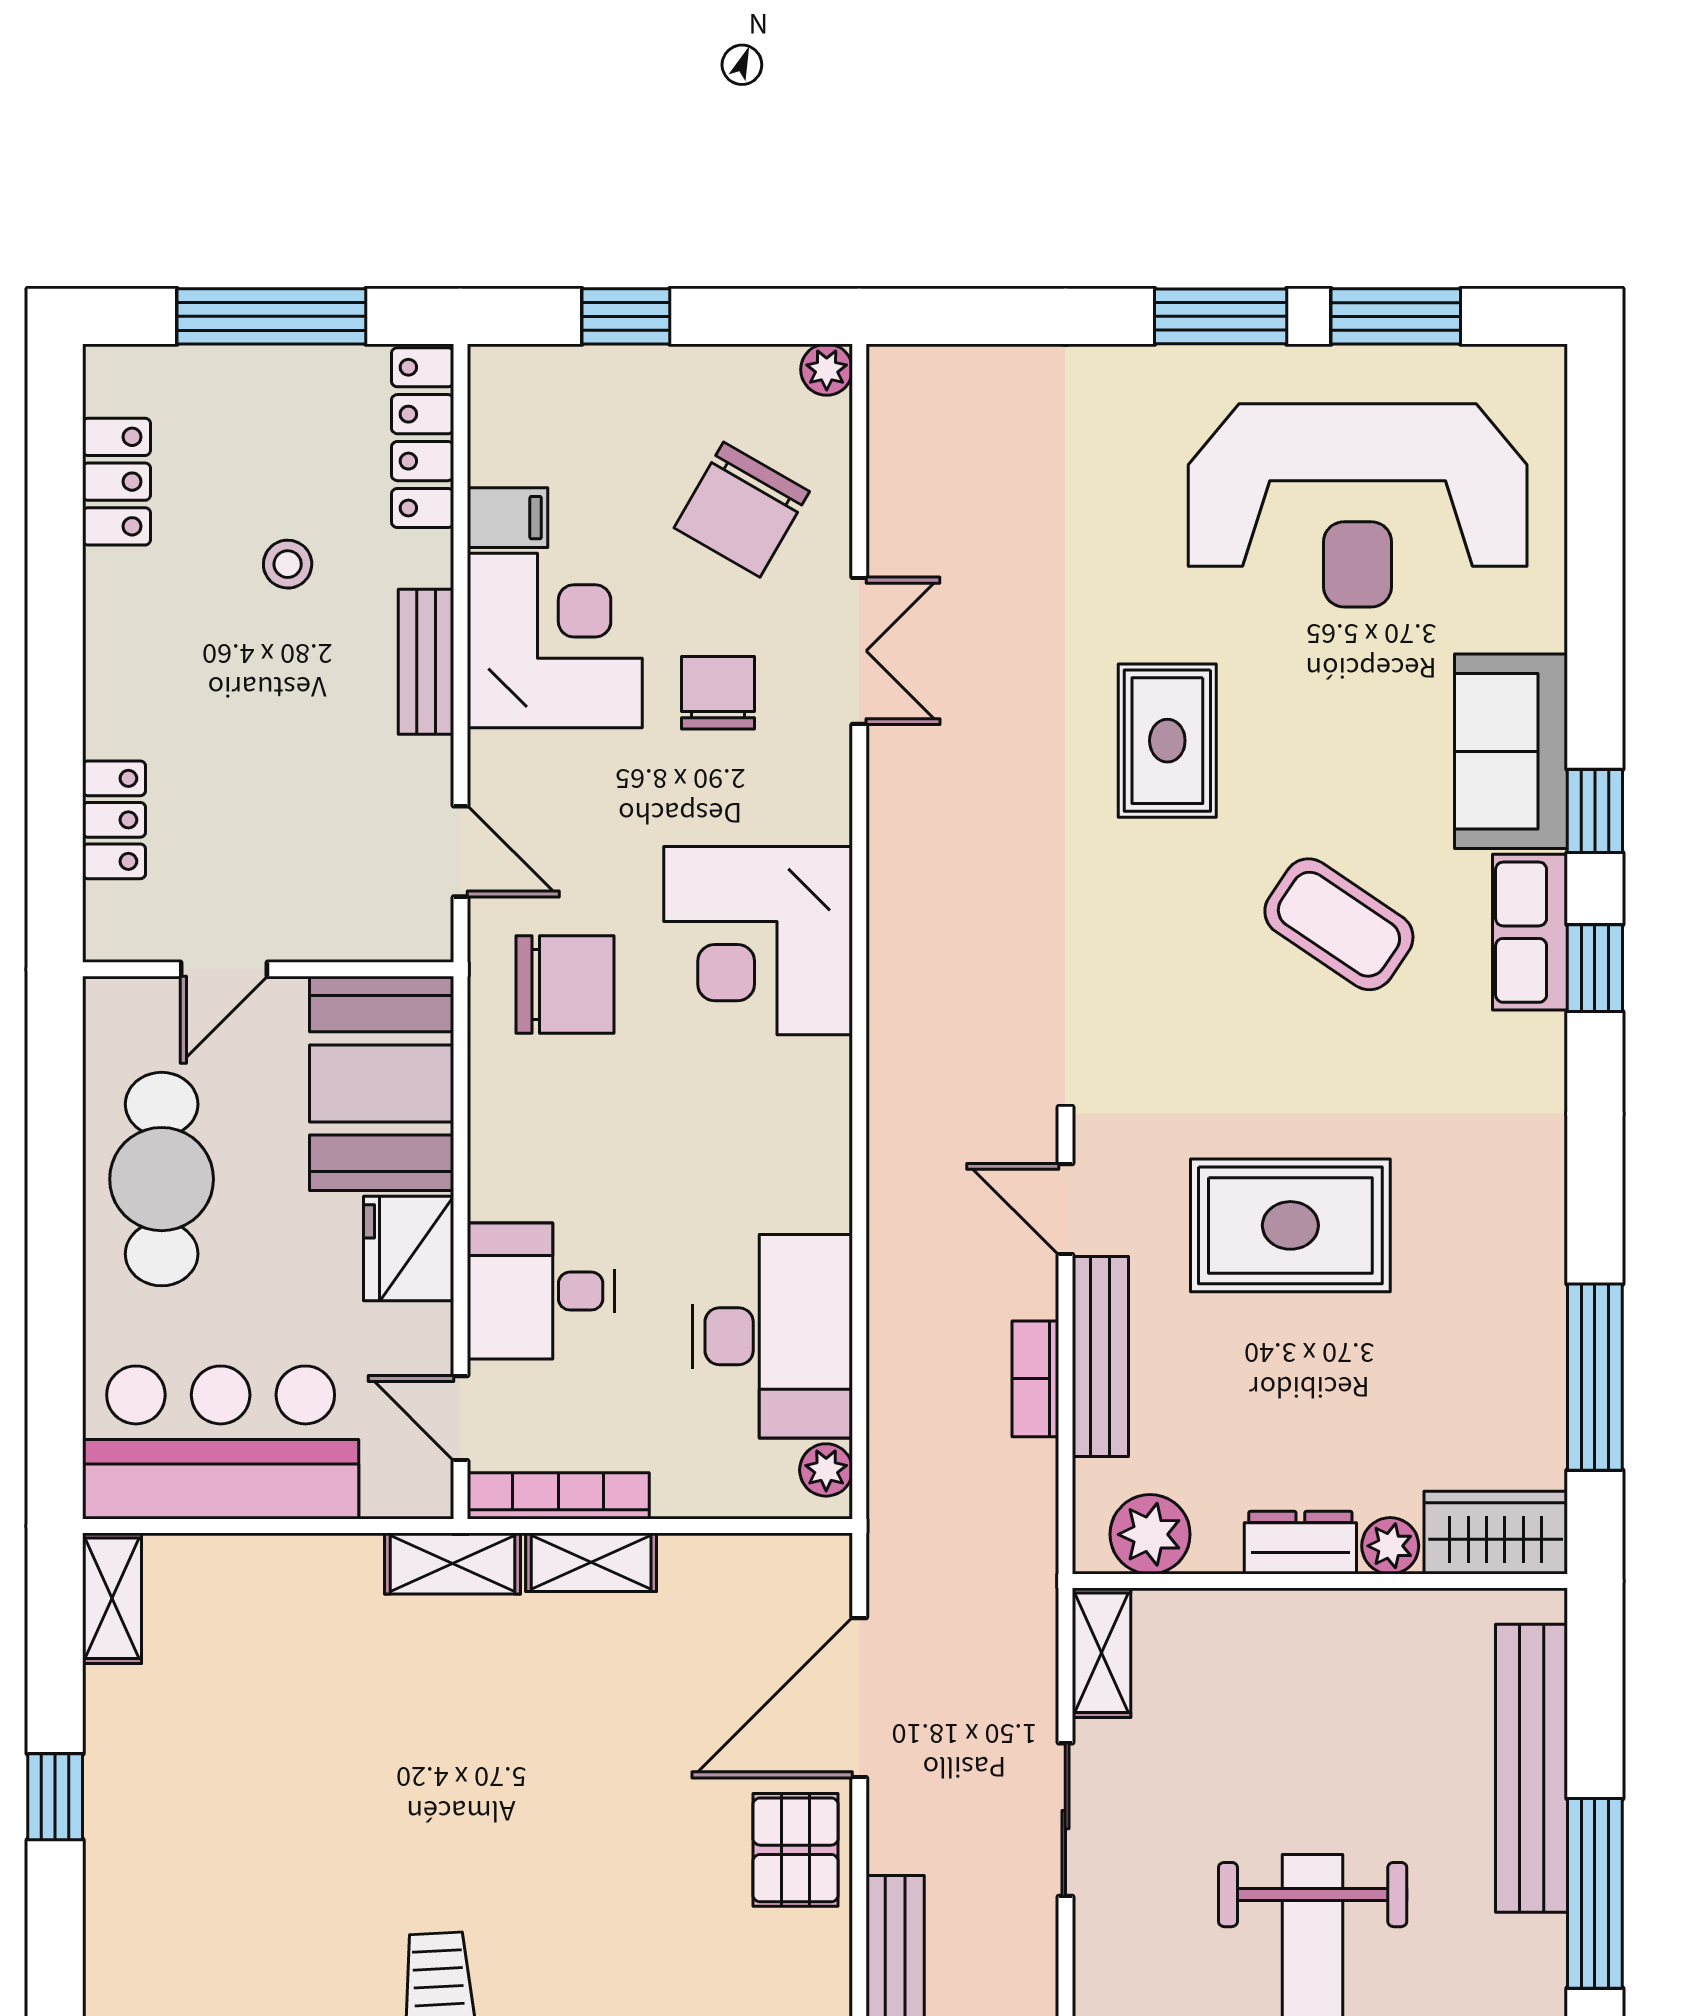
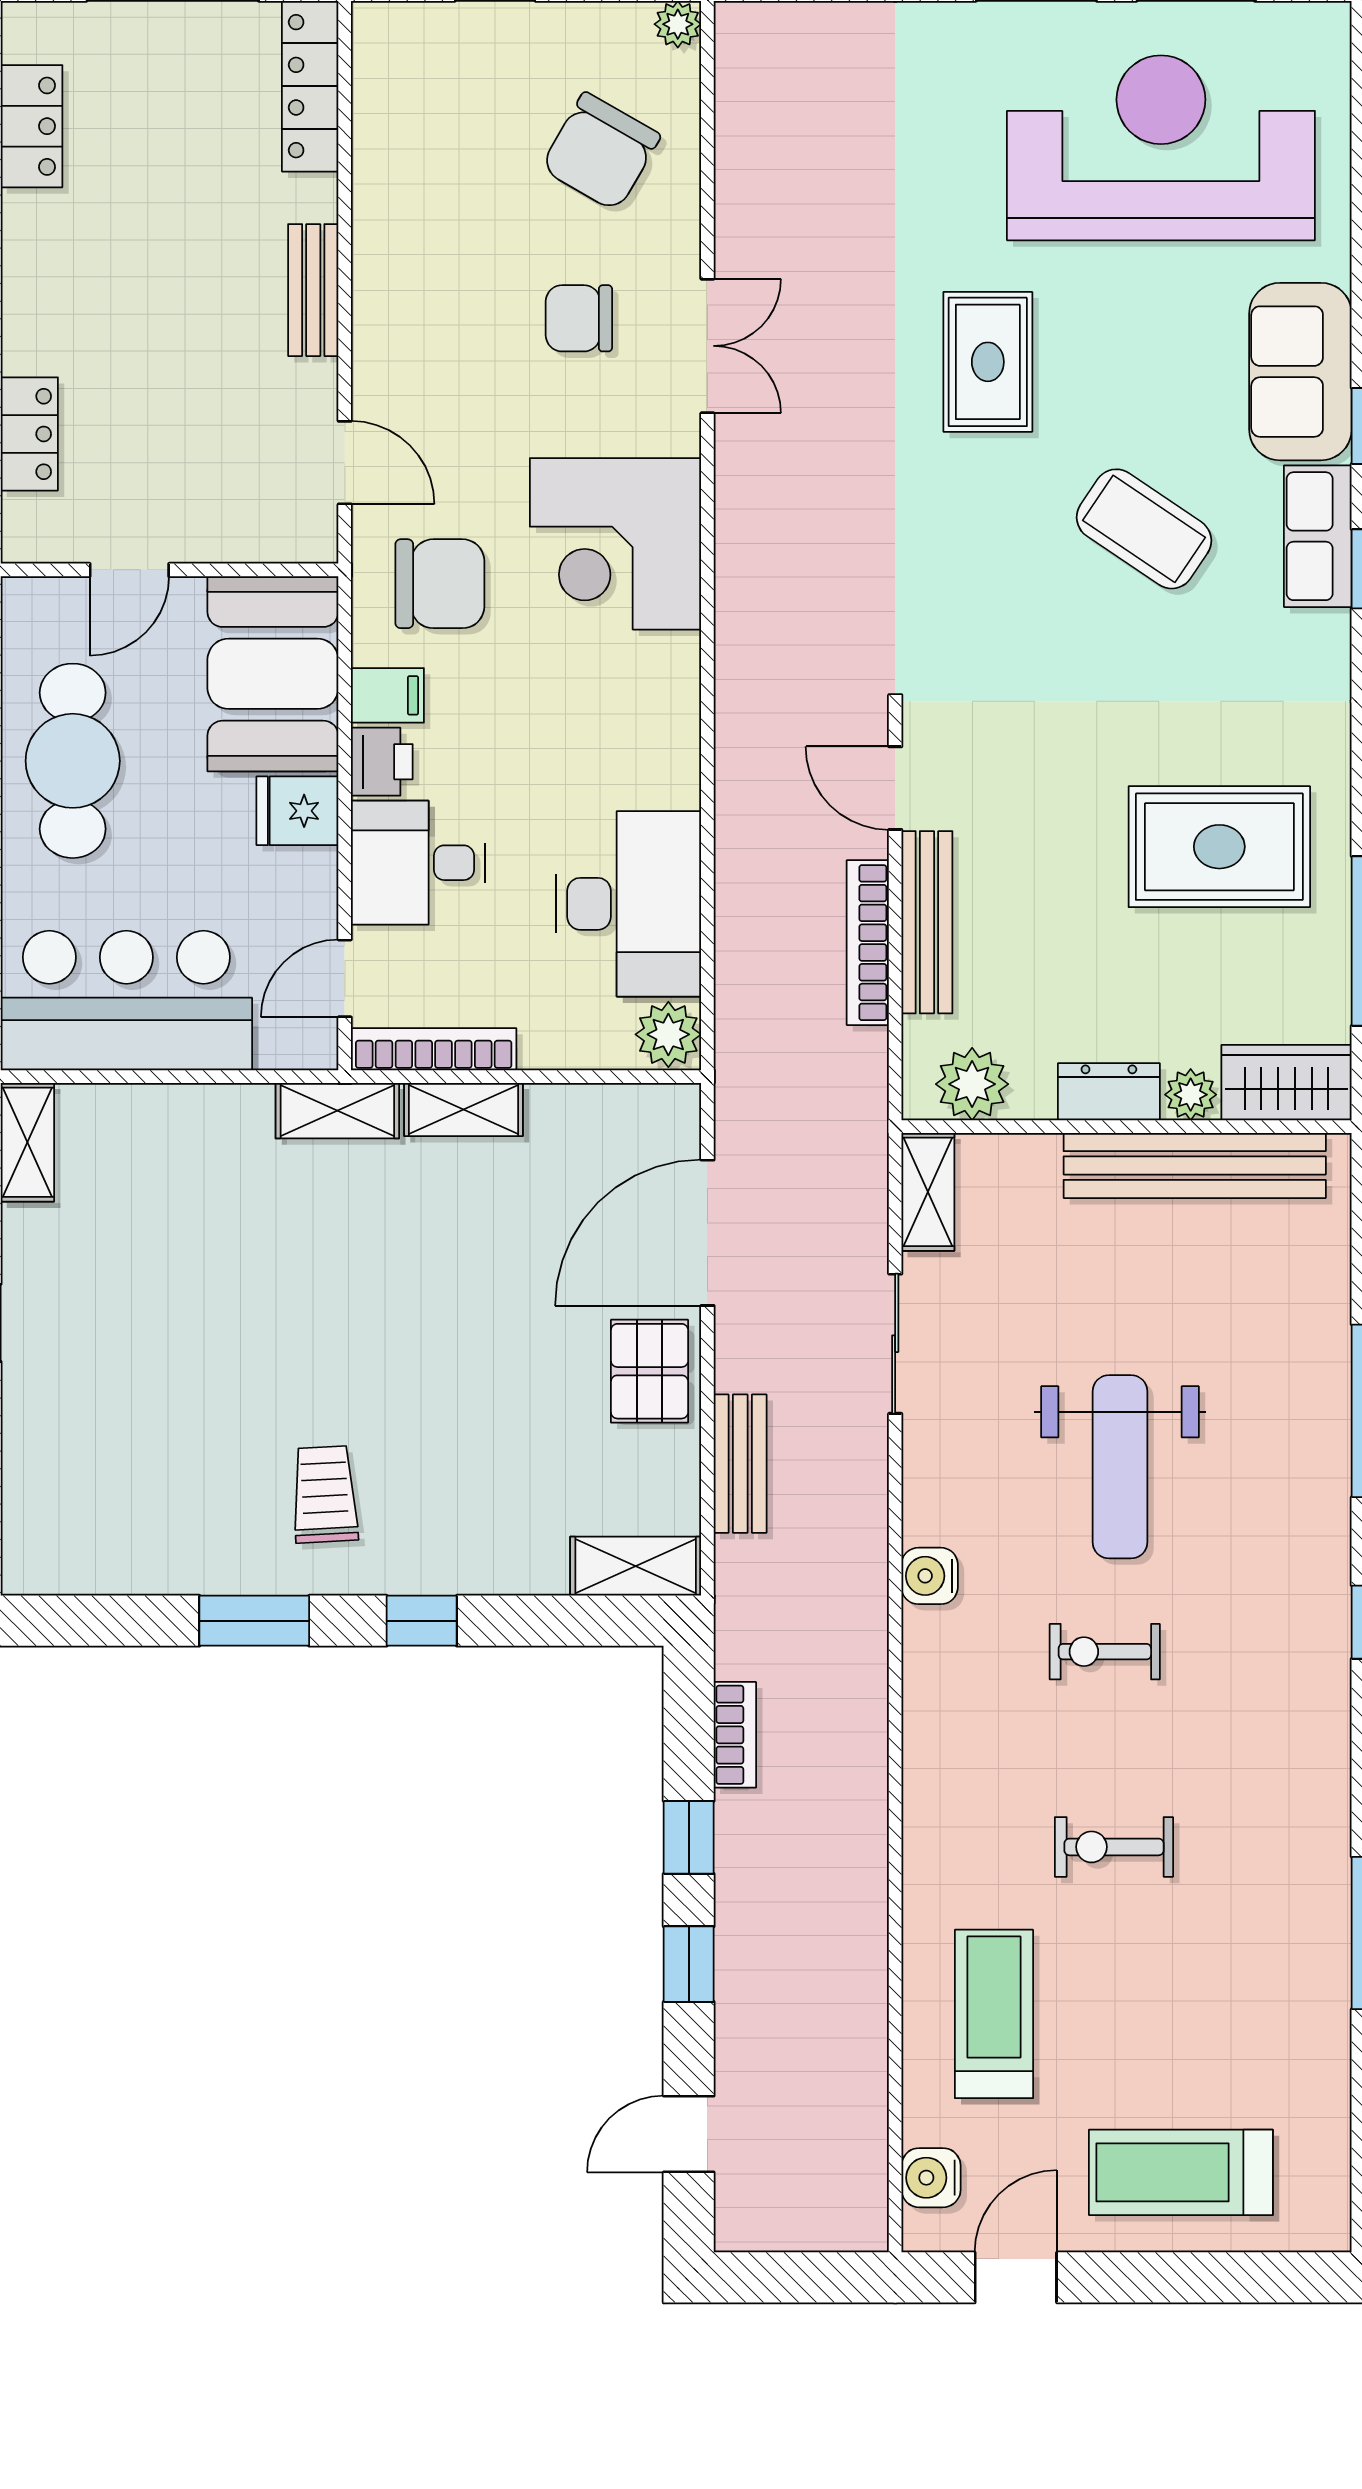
reception desk: (1358, 505) -> (1161, 148), turned 180
filing cabinet: (508, 518) -> (387, 695), moved
stool: (288, 564) -> (187, 201), removed
corner desk: (555, 641) -> (430, 271), removed
double door: (859, 651) -> (707, 346), moved
chair: (718, 693) -> (579, 318), turned -90
printer: (501, 1180) -> (382, 762), added
rug: (1290, 1225) -> (1219, 847), moved
fridge: (409, 1249) -> (297, 811), width x0.72
bookcase: (1035, 1379) -> (868, 943), width x1.56
door: (461, 1418) -> (345, 978), hinge flipped
plant: (826, 1470) -> (668, 1034), width x1.38, depth x1.38
bench: (1531, 1768) -> (1195, 1165), moved, turned 90

